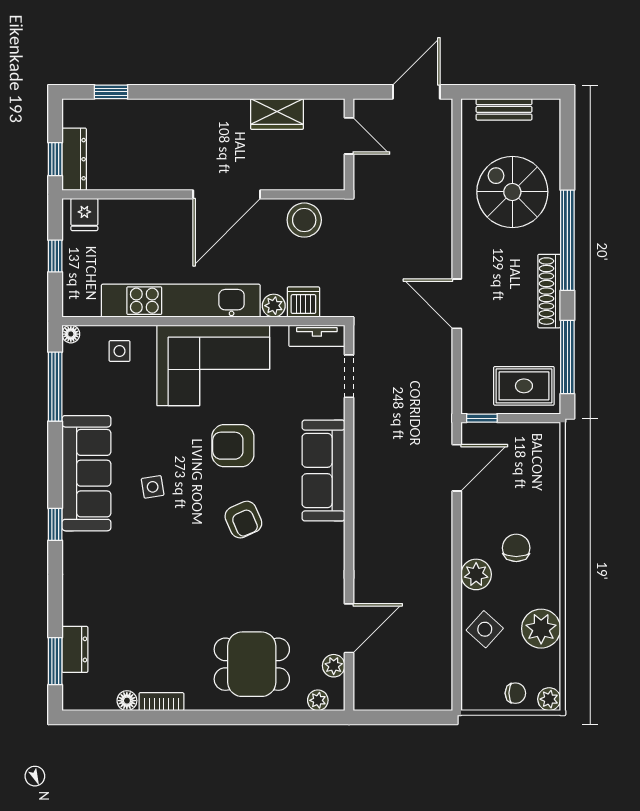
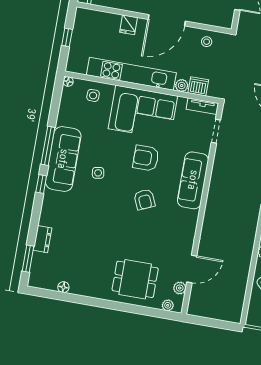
fridge: (84, 214) -> (129, 25), moved
stool: (304, 220) -> (207, 42), width x0.53, depth x0.53
window: (55, 387) -> (48, 146), moved
dresser: (75, 649) -> (43, 239), moved
bookcase: (161, 702) -> (82, 291), removed

